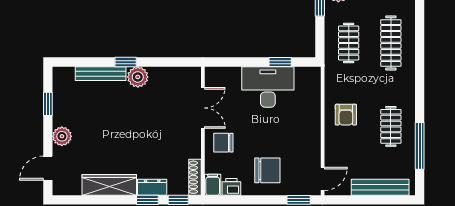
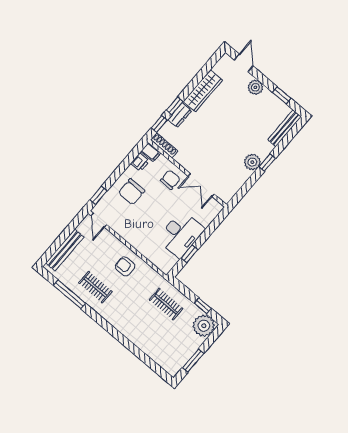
clothes rail: (391, 43) -> (145, 329), removed
bench: (101, 74) -> (285, 128), moved

